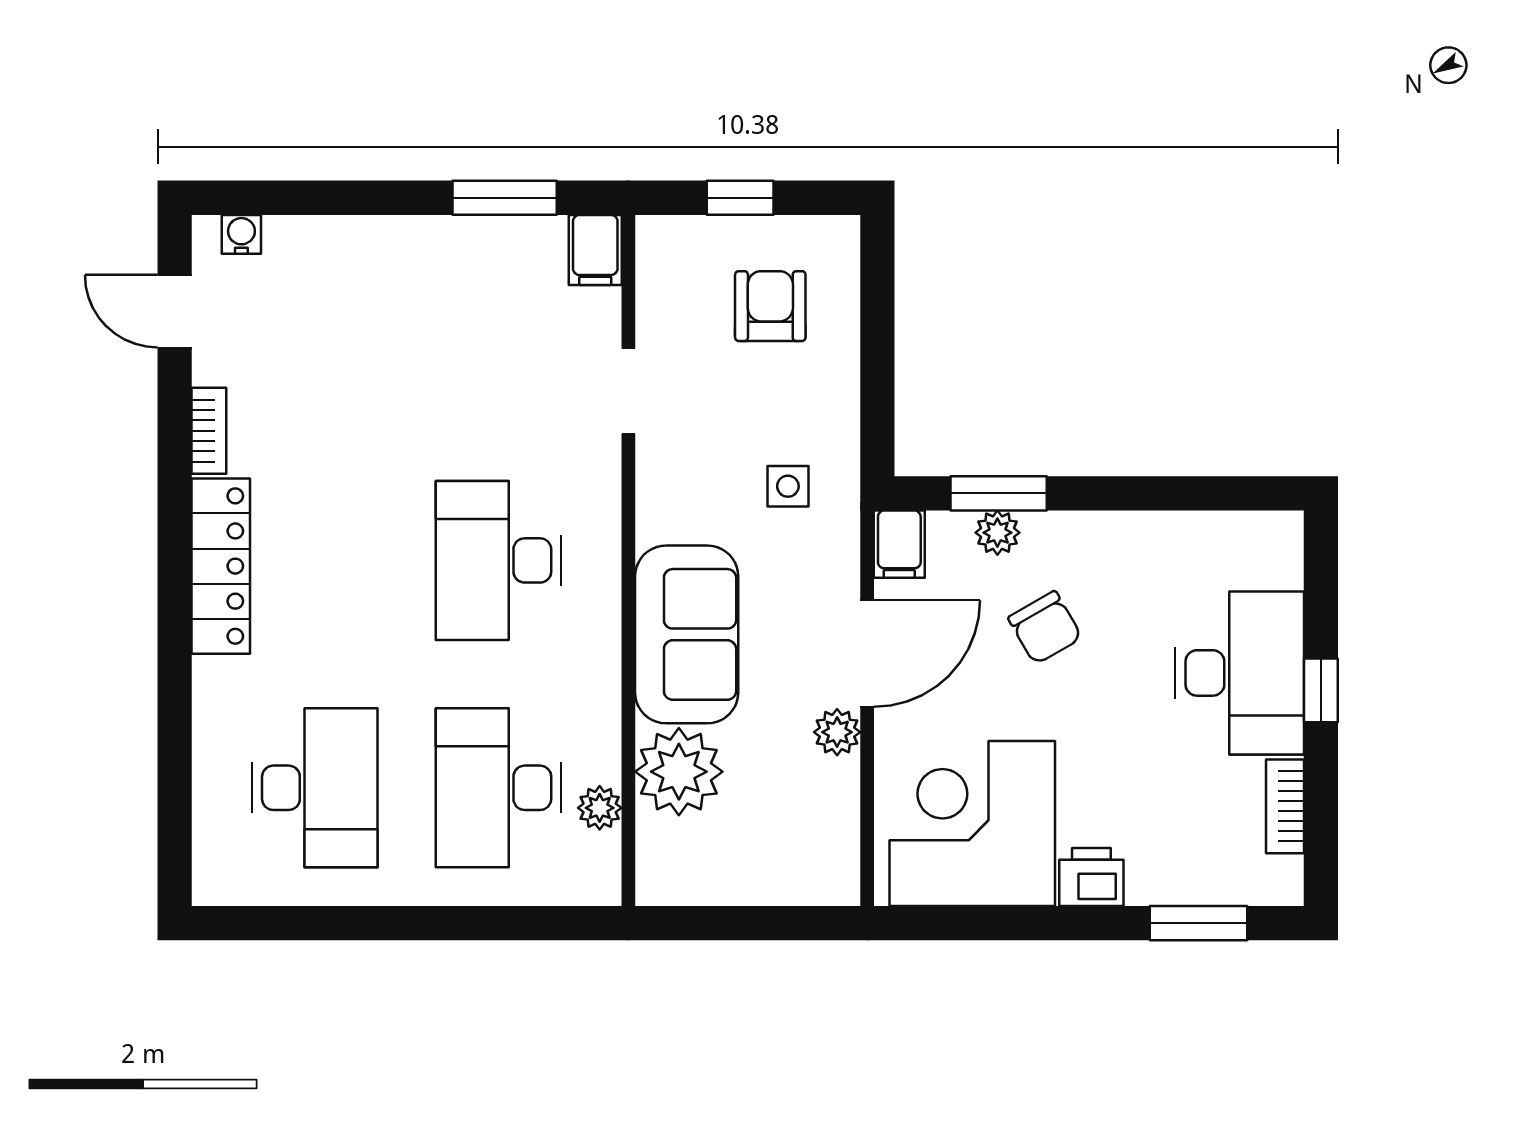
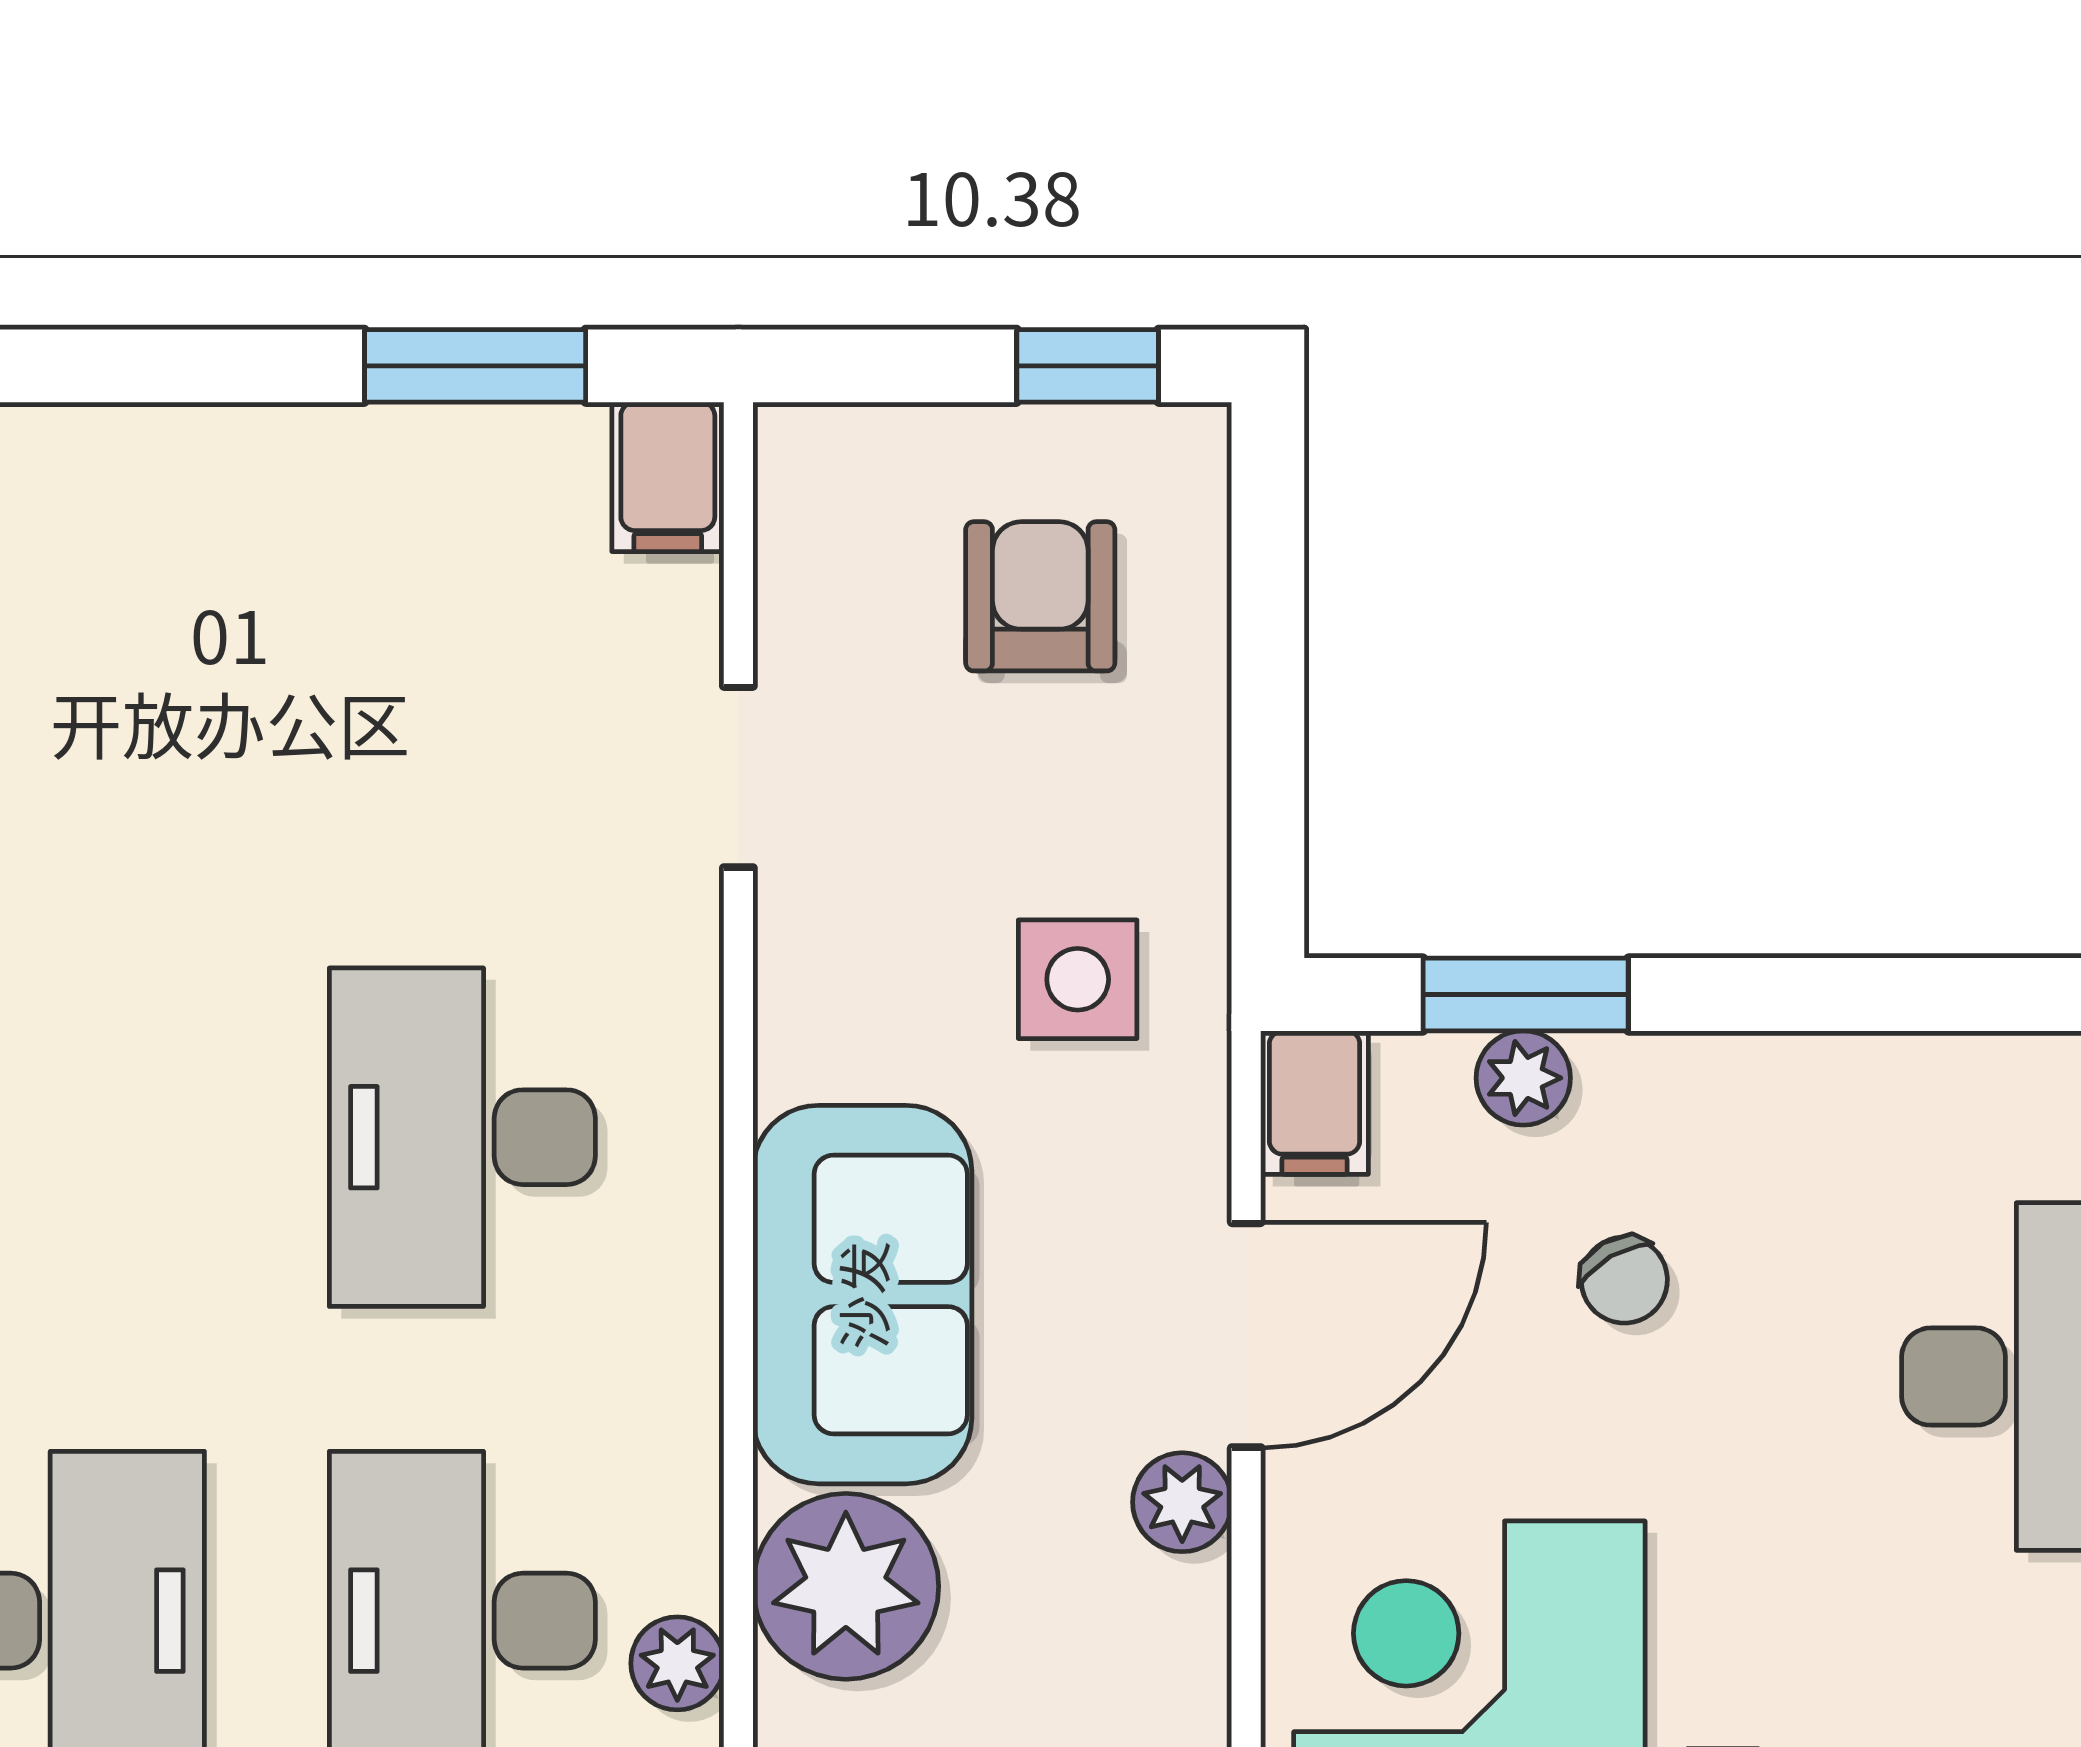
window: (740, 198) -> (1088, 366), moved
side table: (788, 486) -> (1078, 979), width x1.37, depth x1.37
chair: (1045, 628) -> (1624, 1280), width x0.73, depth x0.73

